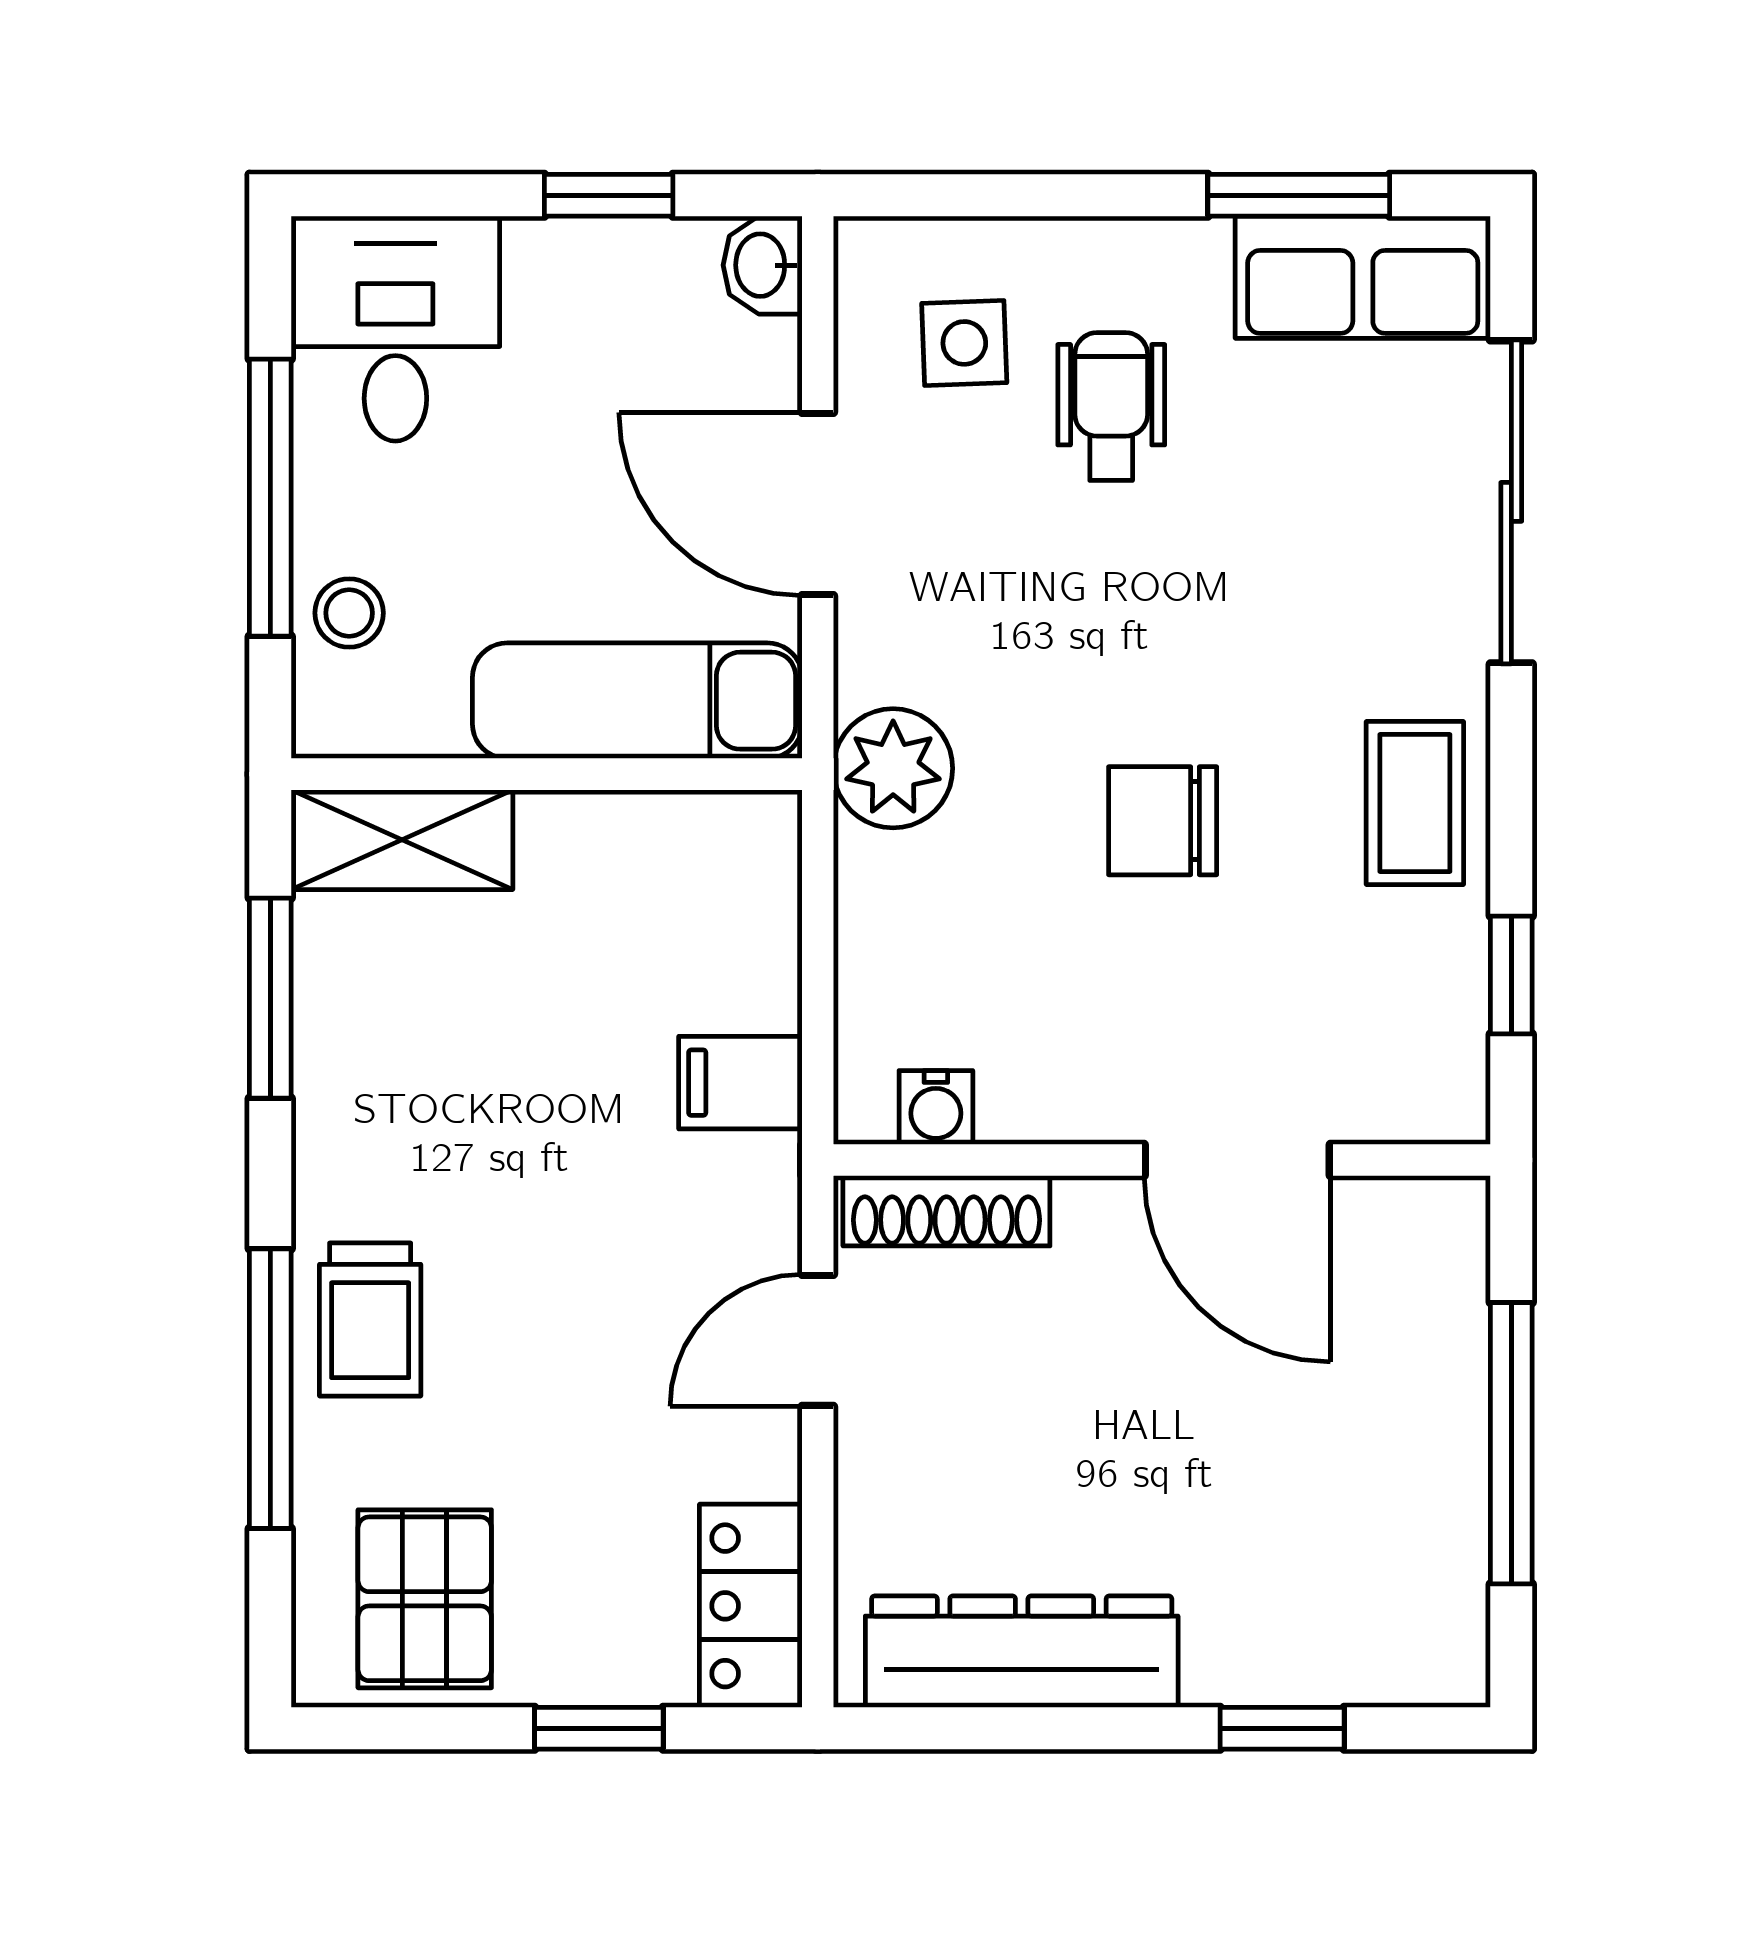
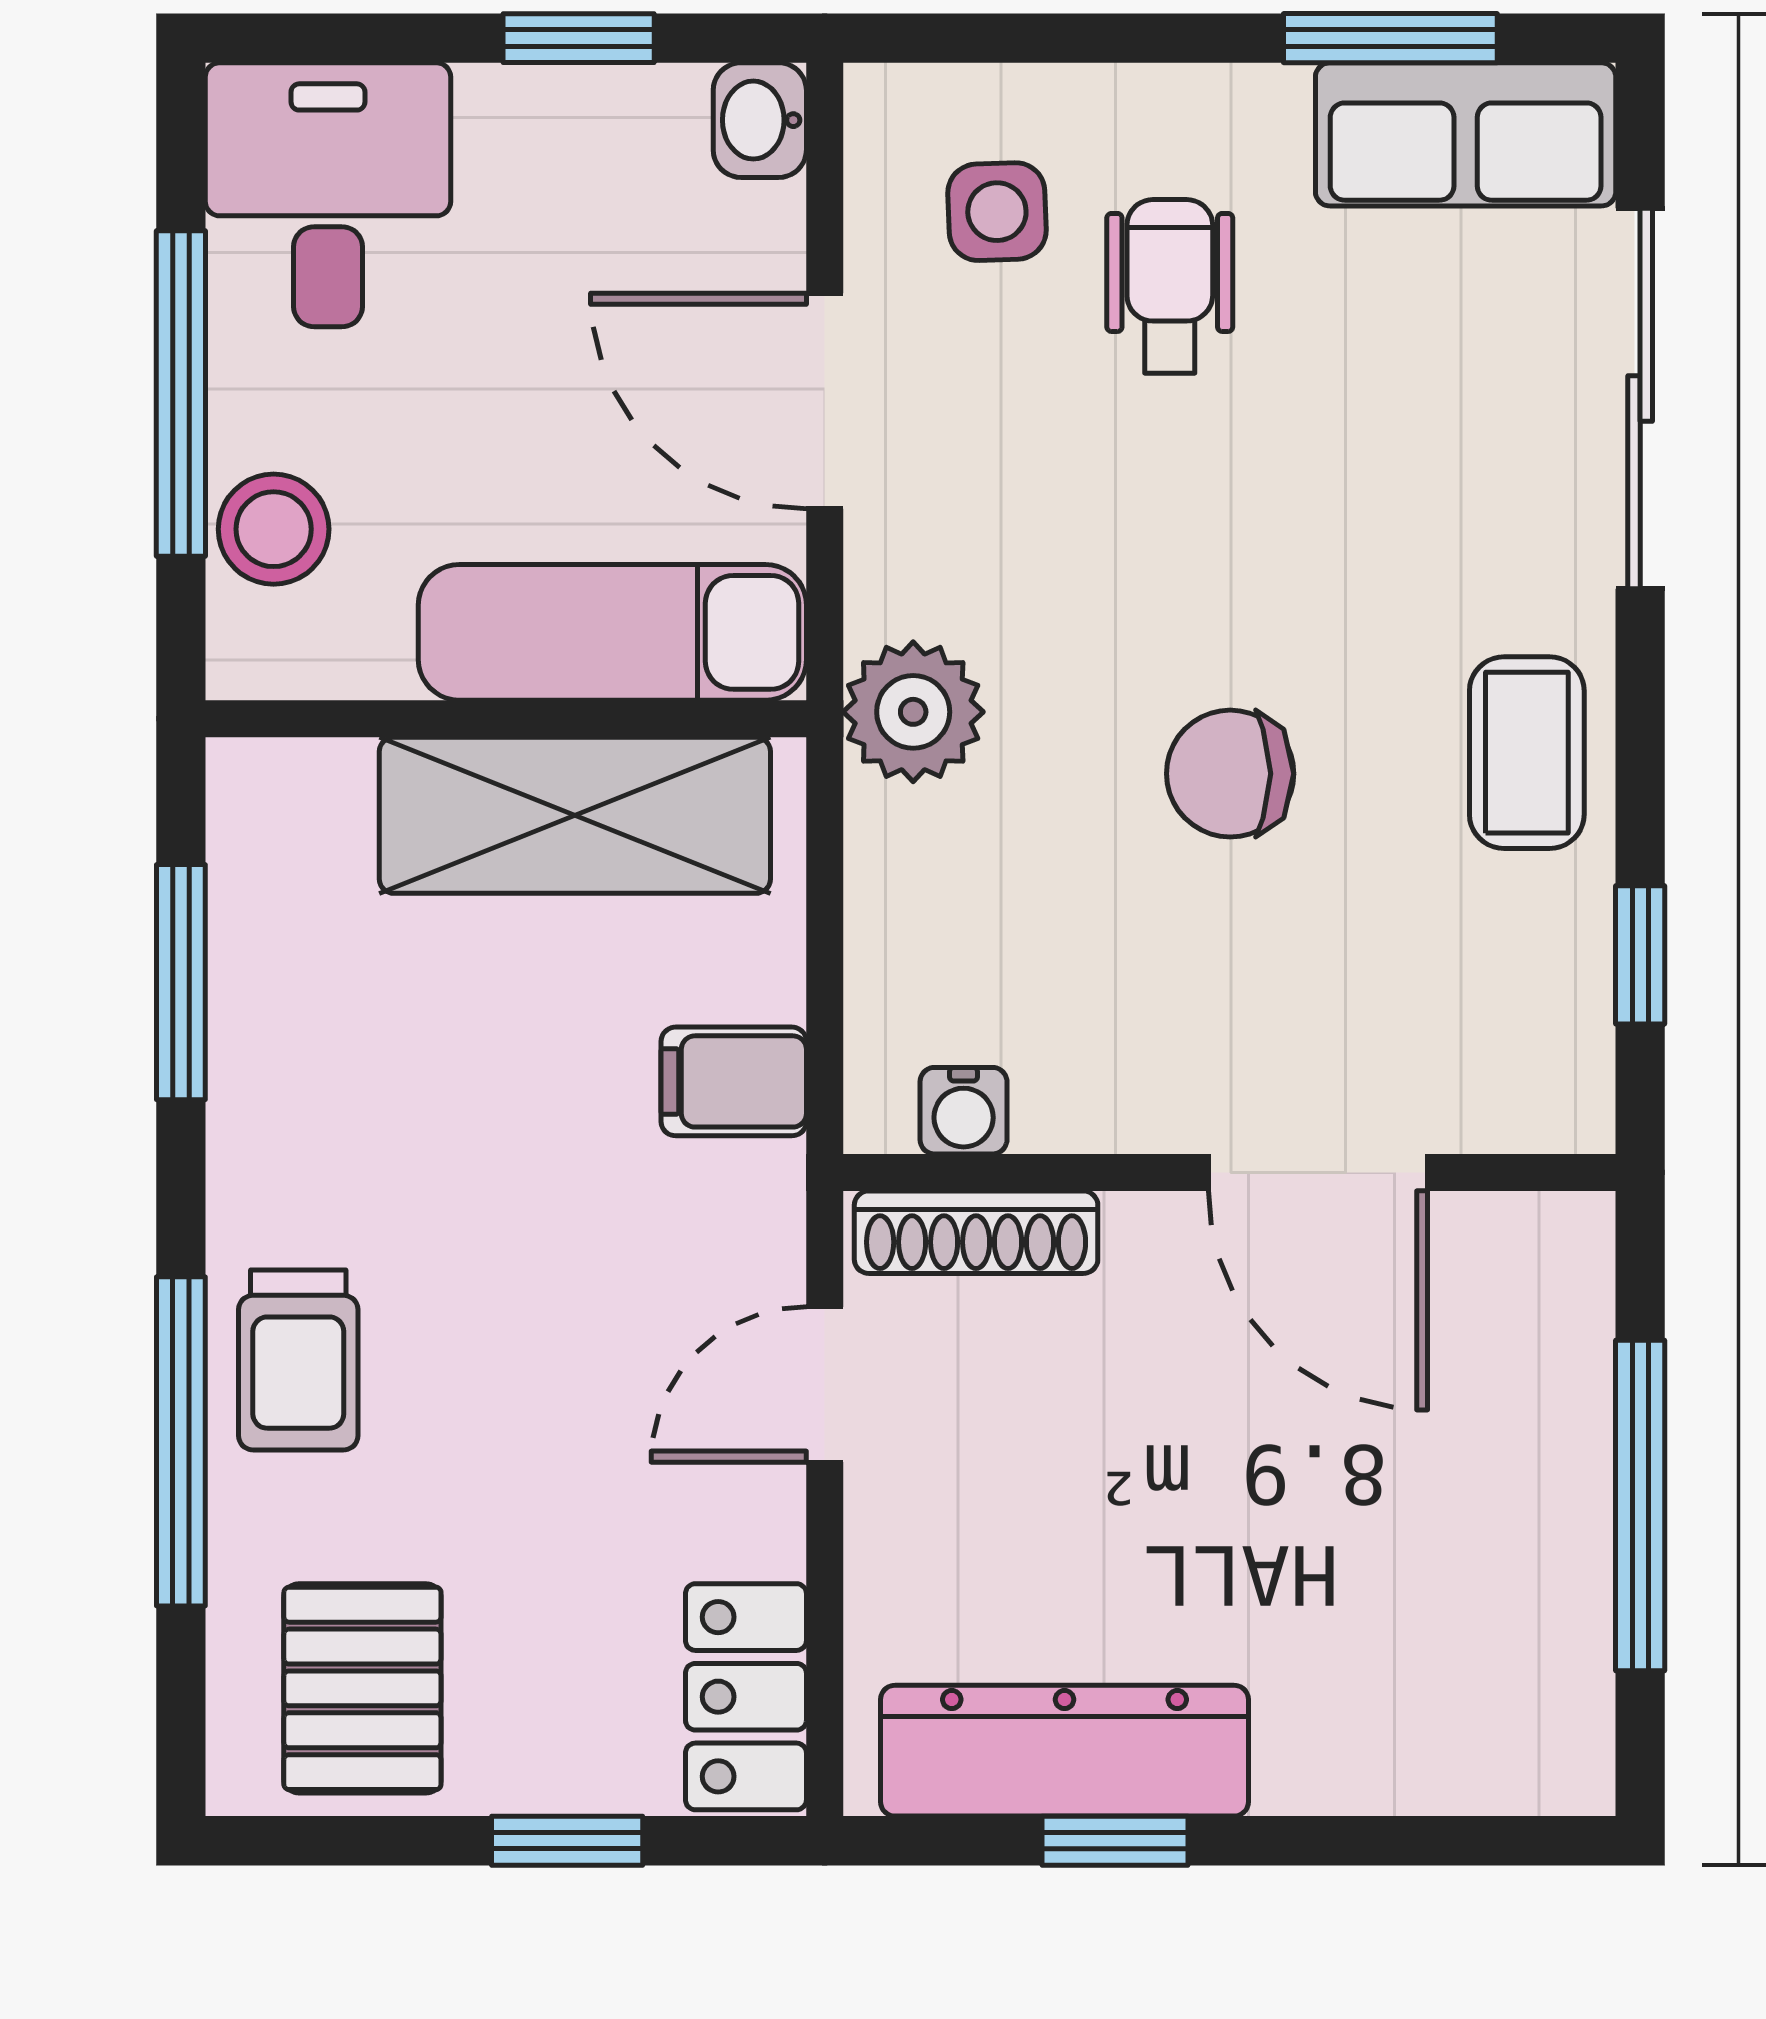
stool: (349, 613) -> (274, 529), width x1.37, depth x1.37
shelving: (402, 840) -> (575, 815), moved, width x1.50, depth x1.33
window: (1282, 1728) -> (1115, 1841), moved

